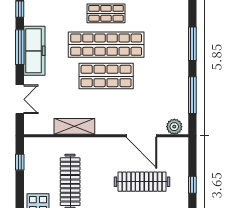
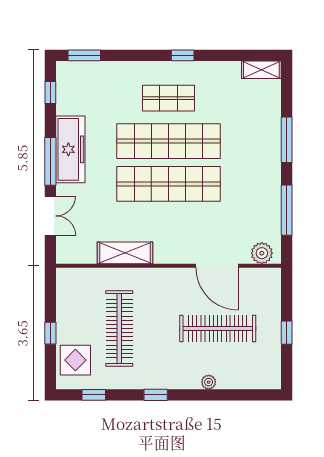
window: (20, 47) -> (50, 161), moved
shop shelf: (106, 76) -> (168, 184), width x1.40
window: (20, 162) -> (50, 333), moved

